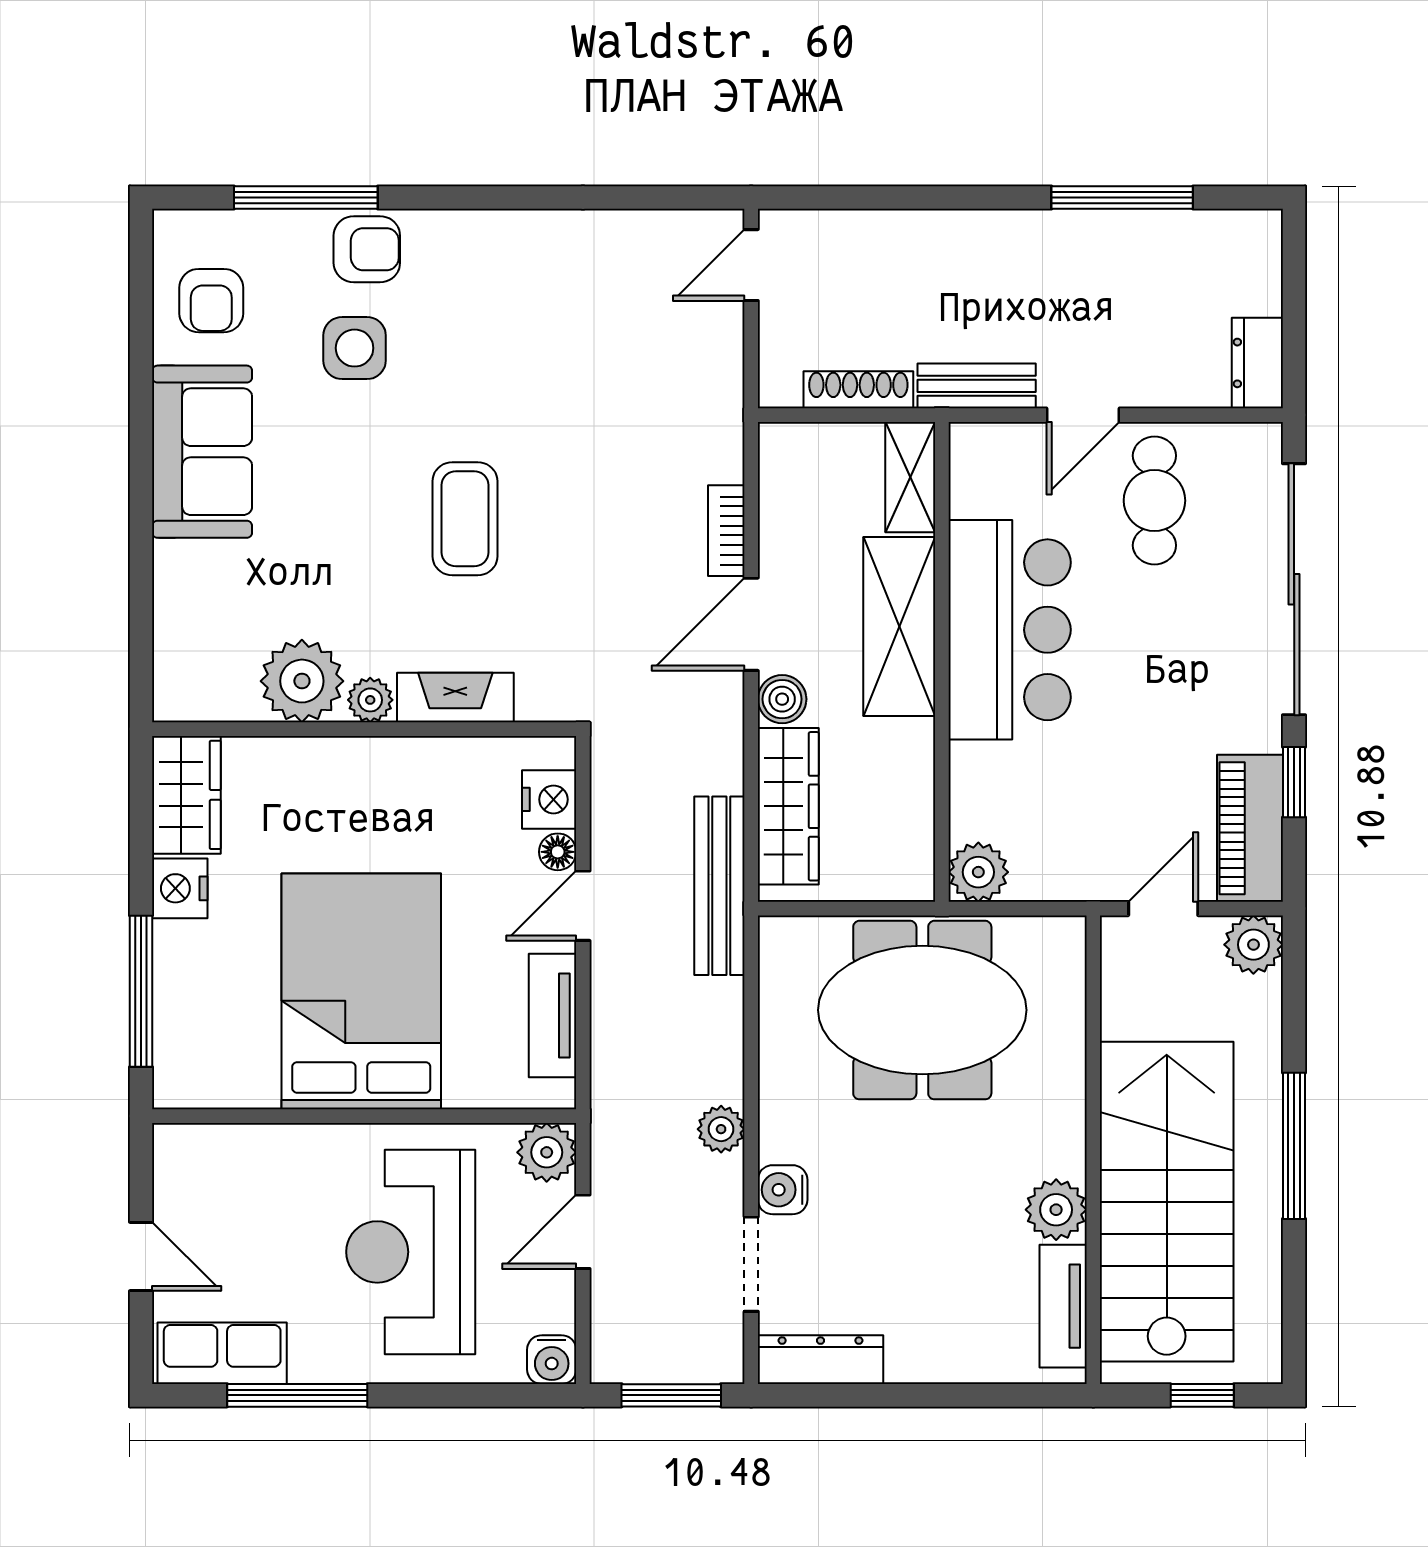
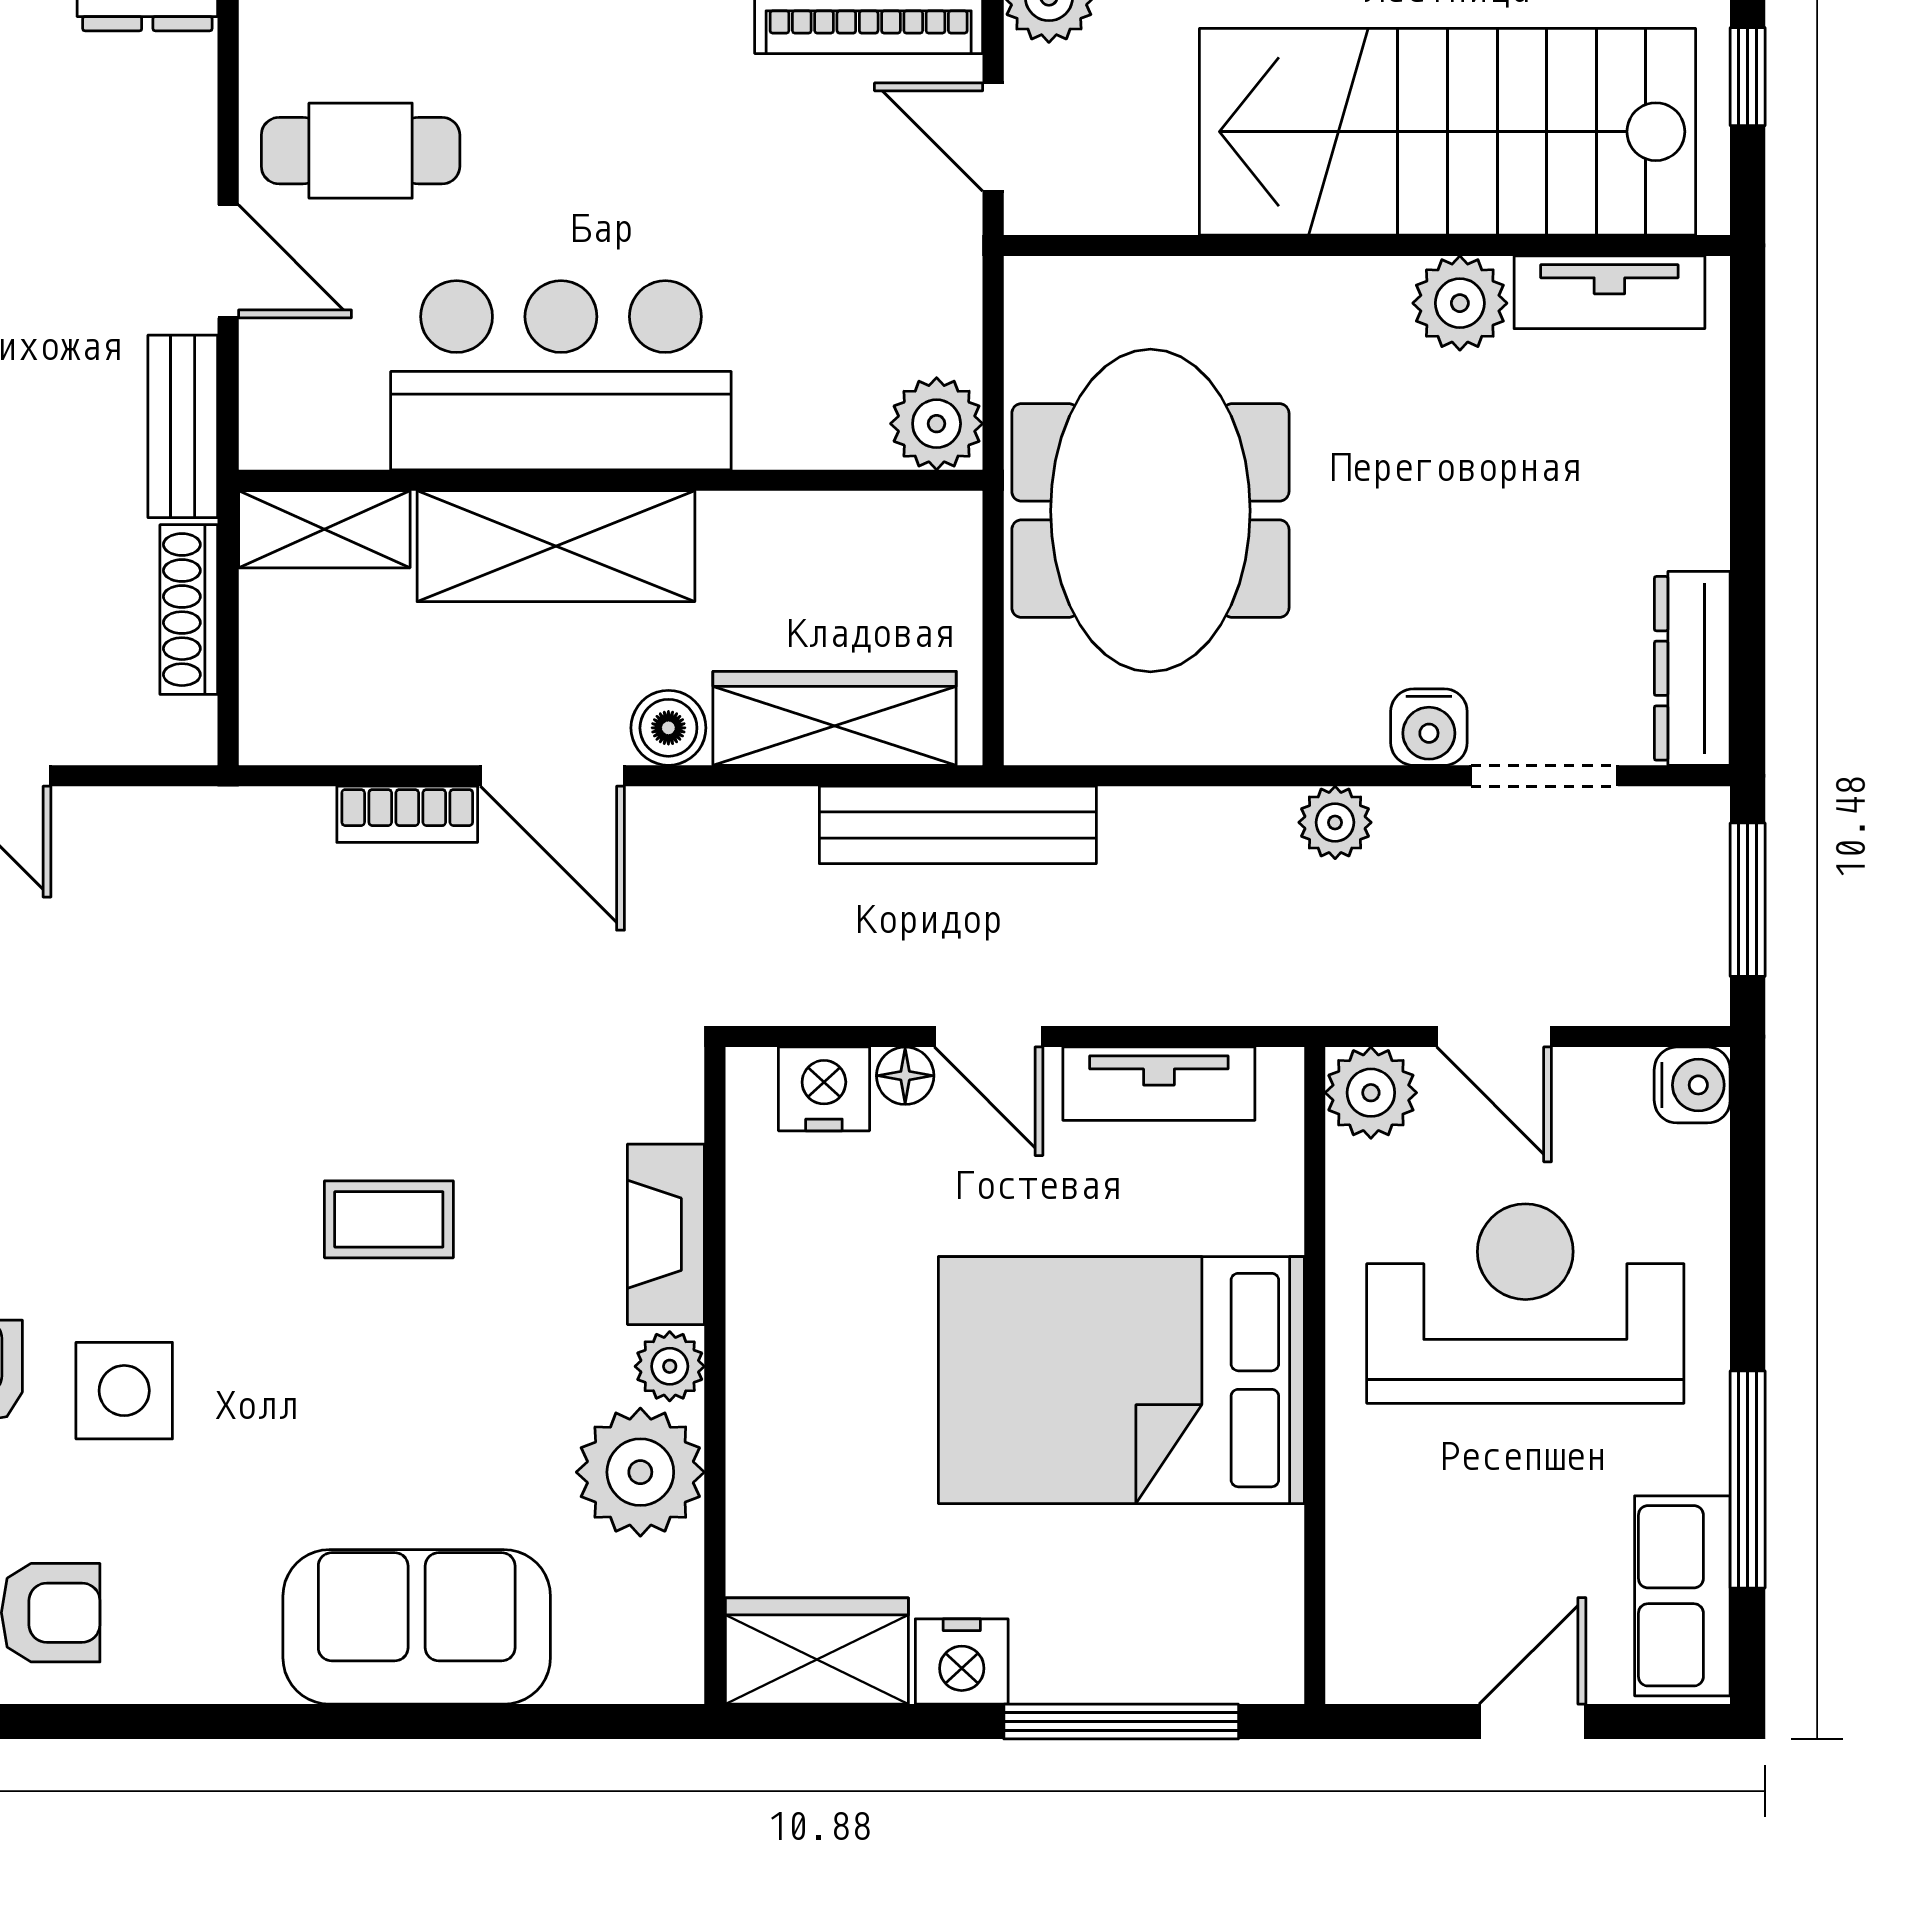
sofa: (202, 452) -> (417, 1627), moved
coffee table: (465, 519) -> (389, 1219), width x0.73, depth x0.77
reception desk: (411, 1252) -> (1525, 1304), turned 180

